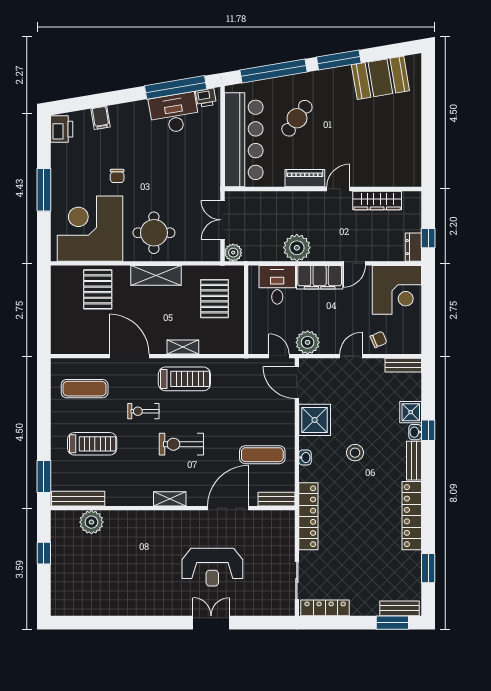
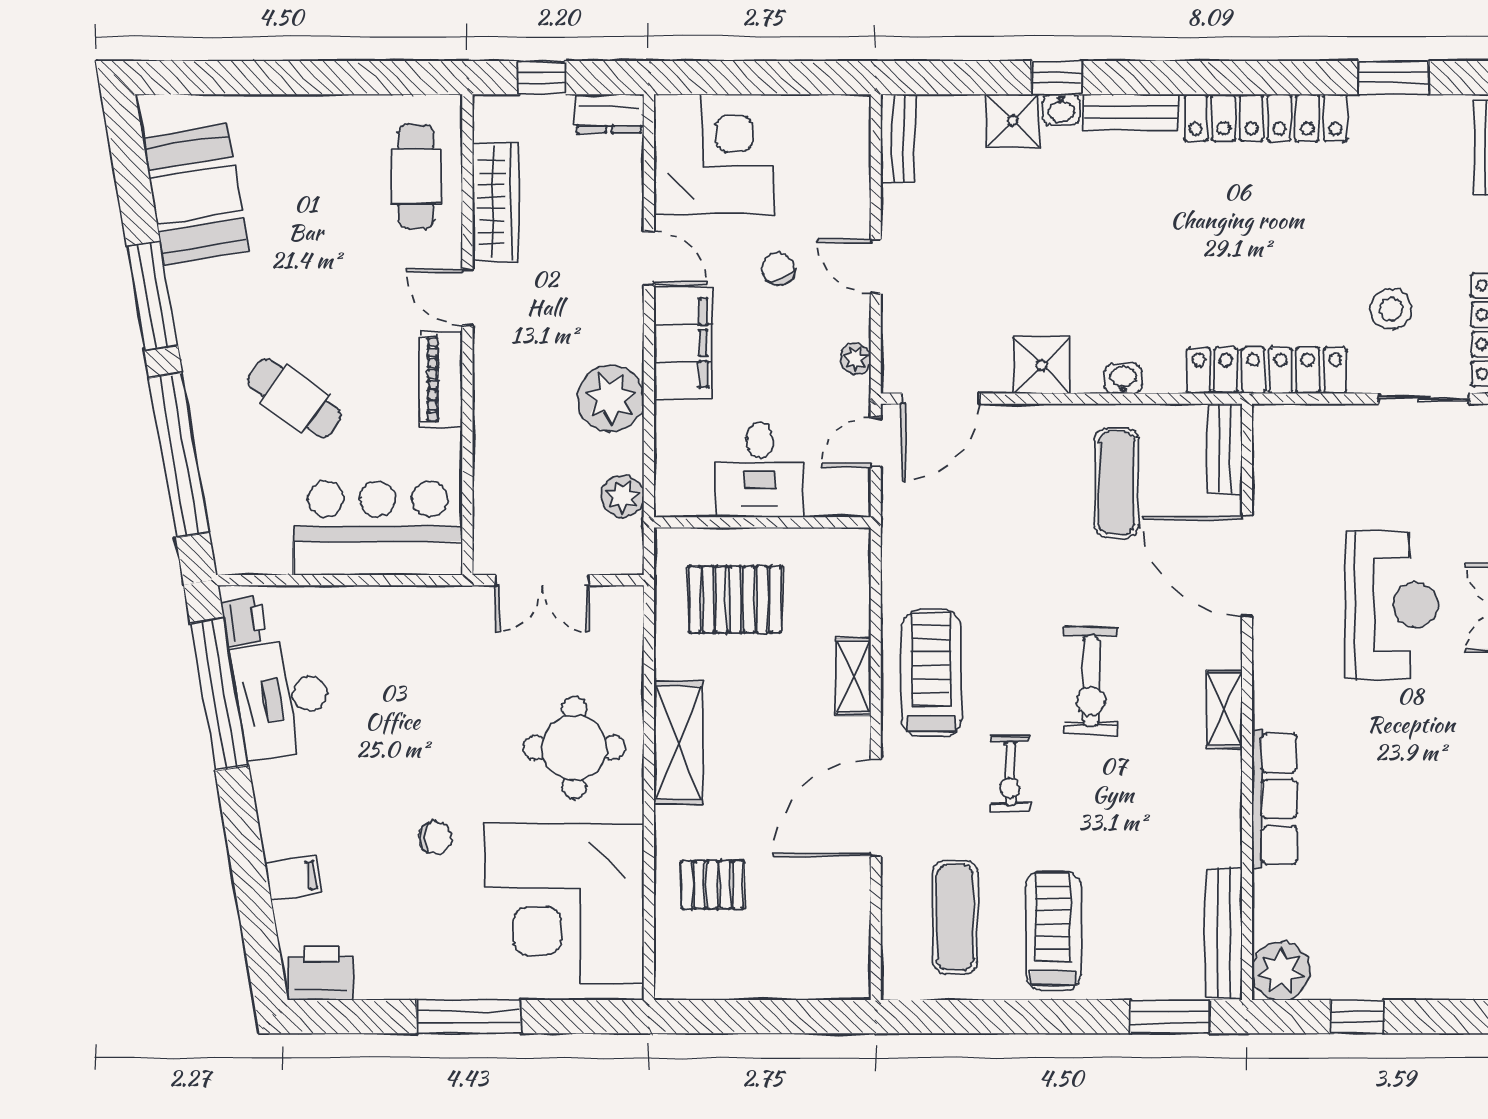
bar counter: (244, 140) -> (378, 528), width x0.73
cafe table: (388, 168) -> (416, 176), added
window: (428, 238) -> (542, 78), moved
plant: (233, 253) -> (623, 496), moved
desk: (277, 285) -> (760, 470), moved, turned -90
pallet: (98, 289) -> (713, 885), width x0.67, depth x0.71
chair: (379, 339) -> (778, 269), moved
plant: (308, 342) -> (855, 359), width x0.53, depth x0.53
shower: (315, 420) -> (1042, 365), width x0.73, depth x0.73
treadmill: (92, 444) -> (1053, 930), moved
stool: (355, 453) -> (1391, 309), moved
row of seats: (133, 519) -> (1274, 799), added
plant: (91, 522) -> (1281, 971), moved

